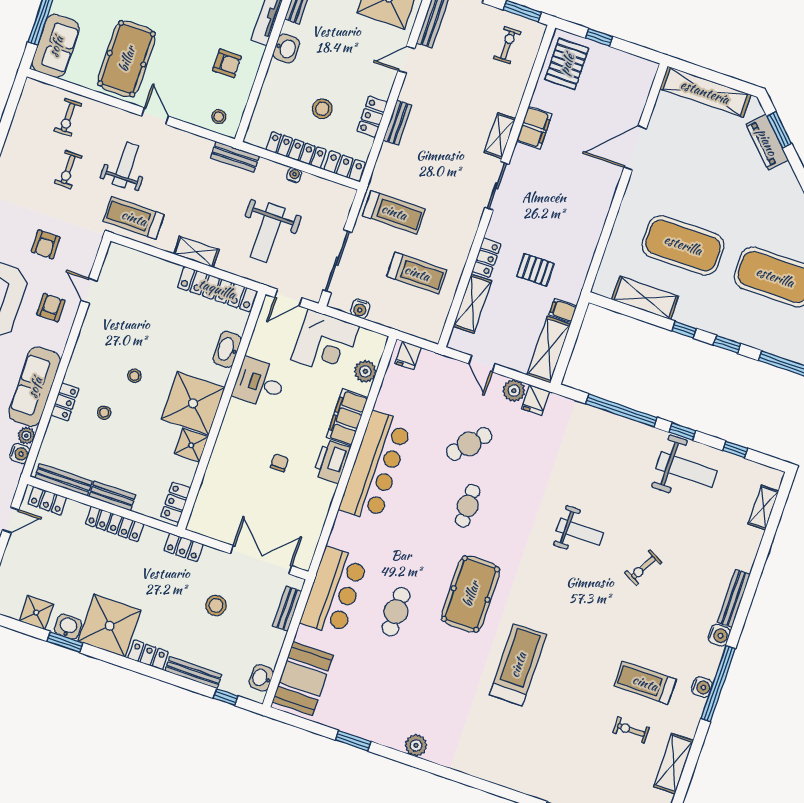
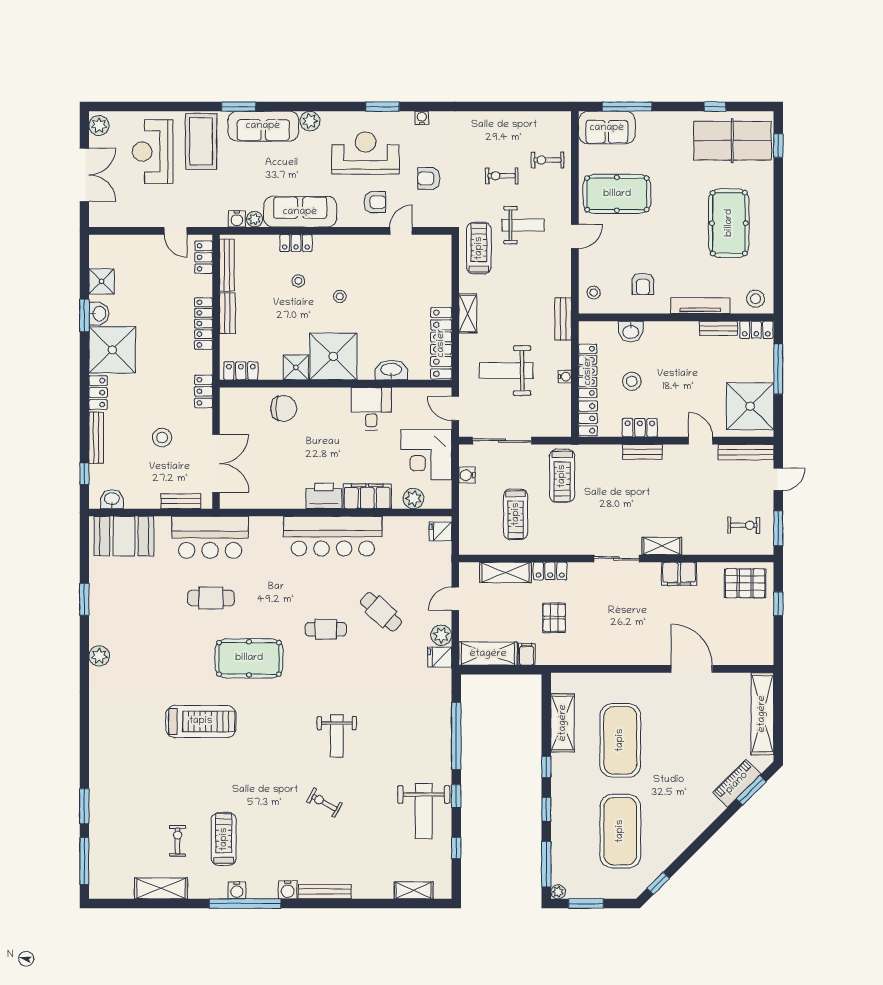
washbasin: (286, 48) -> (631, 331), moved
chair: (279, 463) -> (284, 408), moved, width x1.87, depth x1.87

